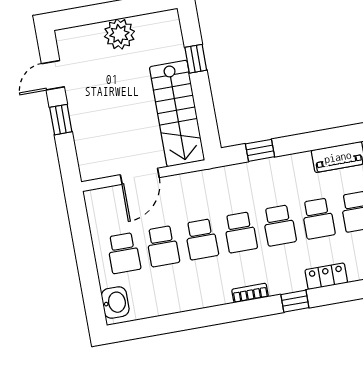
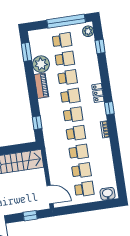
window: (61, 120) -> (30, 216), moved
door: (140, 176) -> (50, 195), moved

